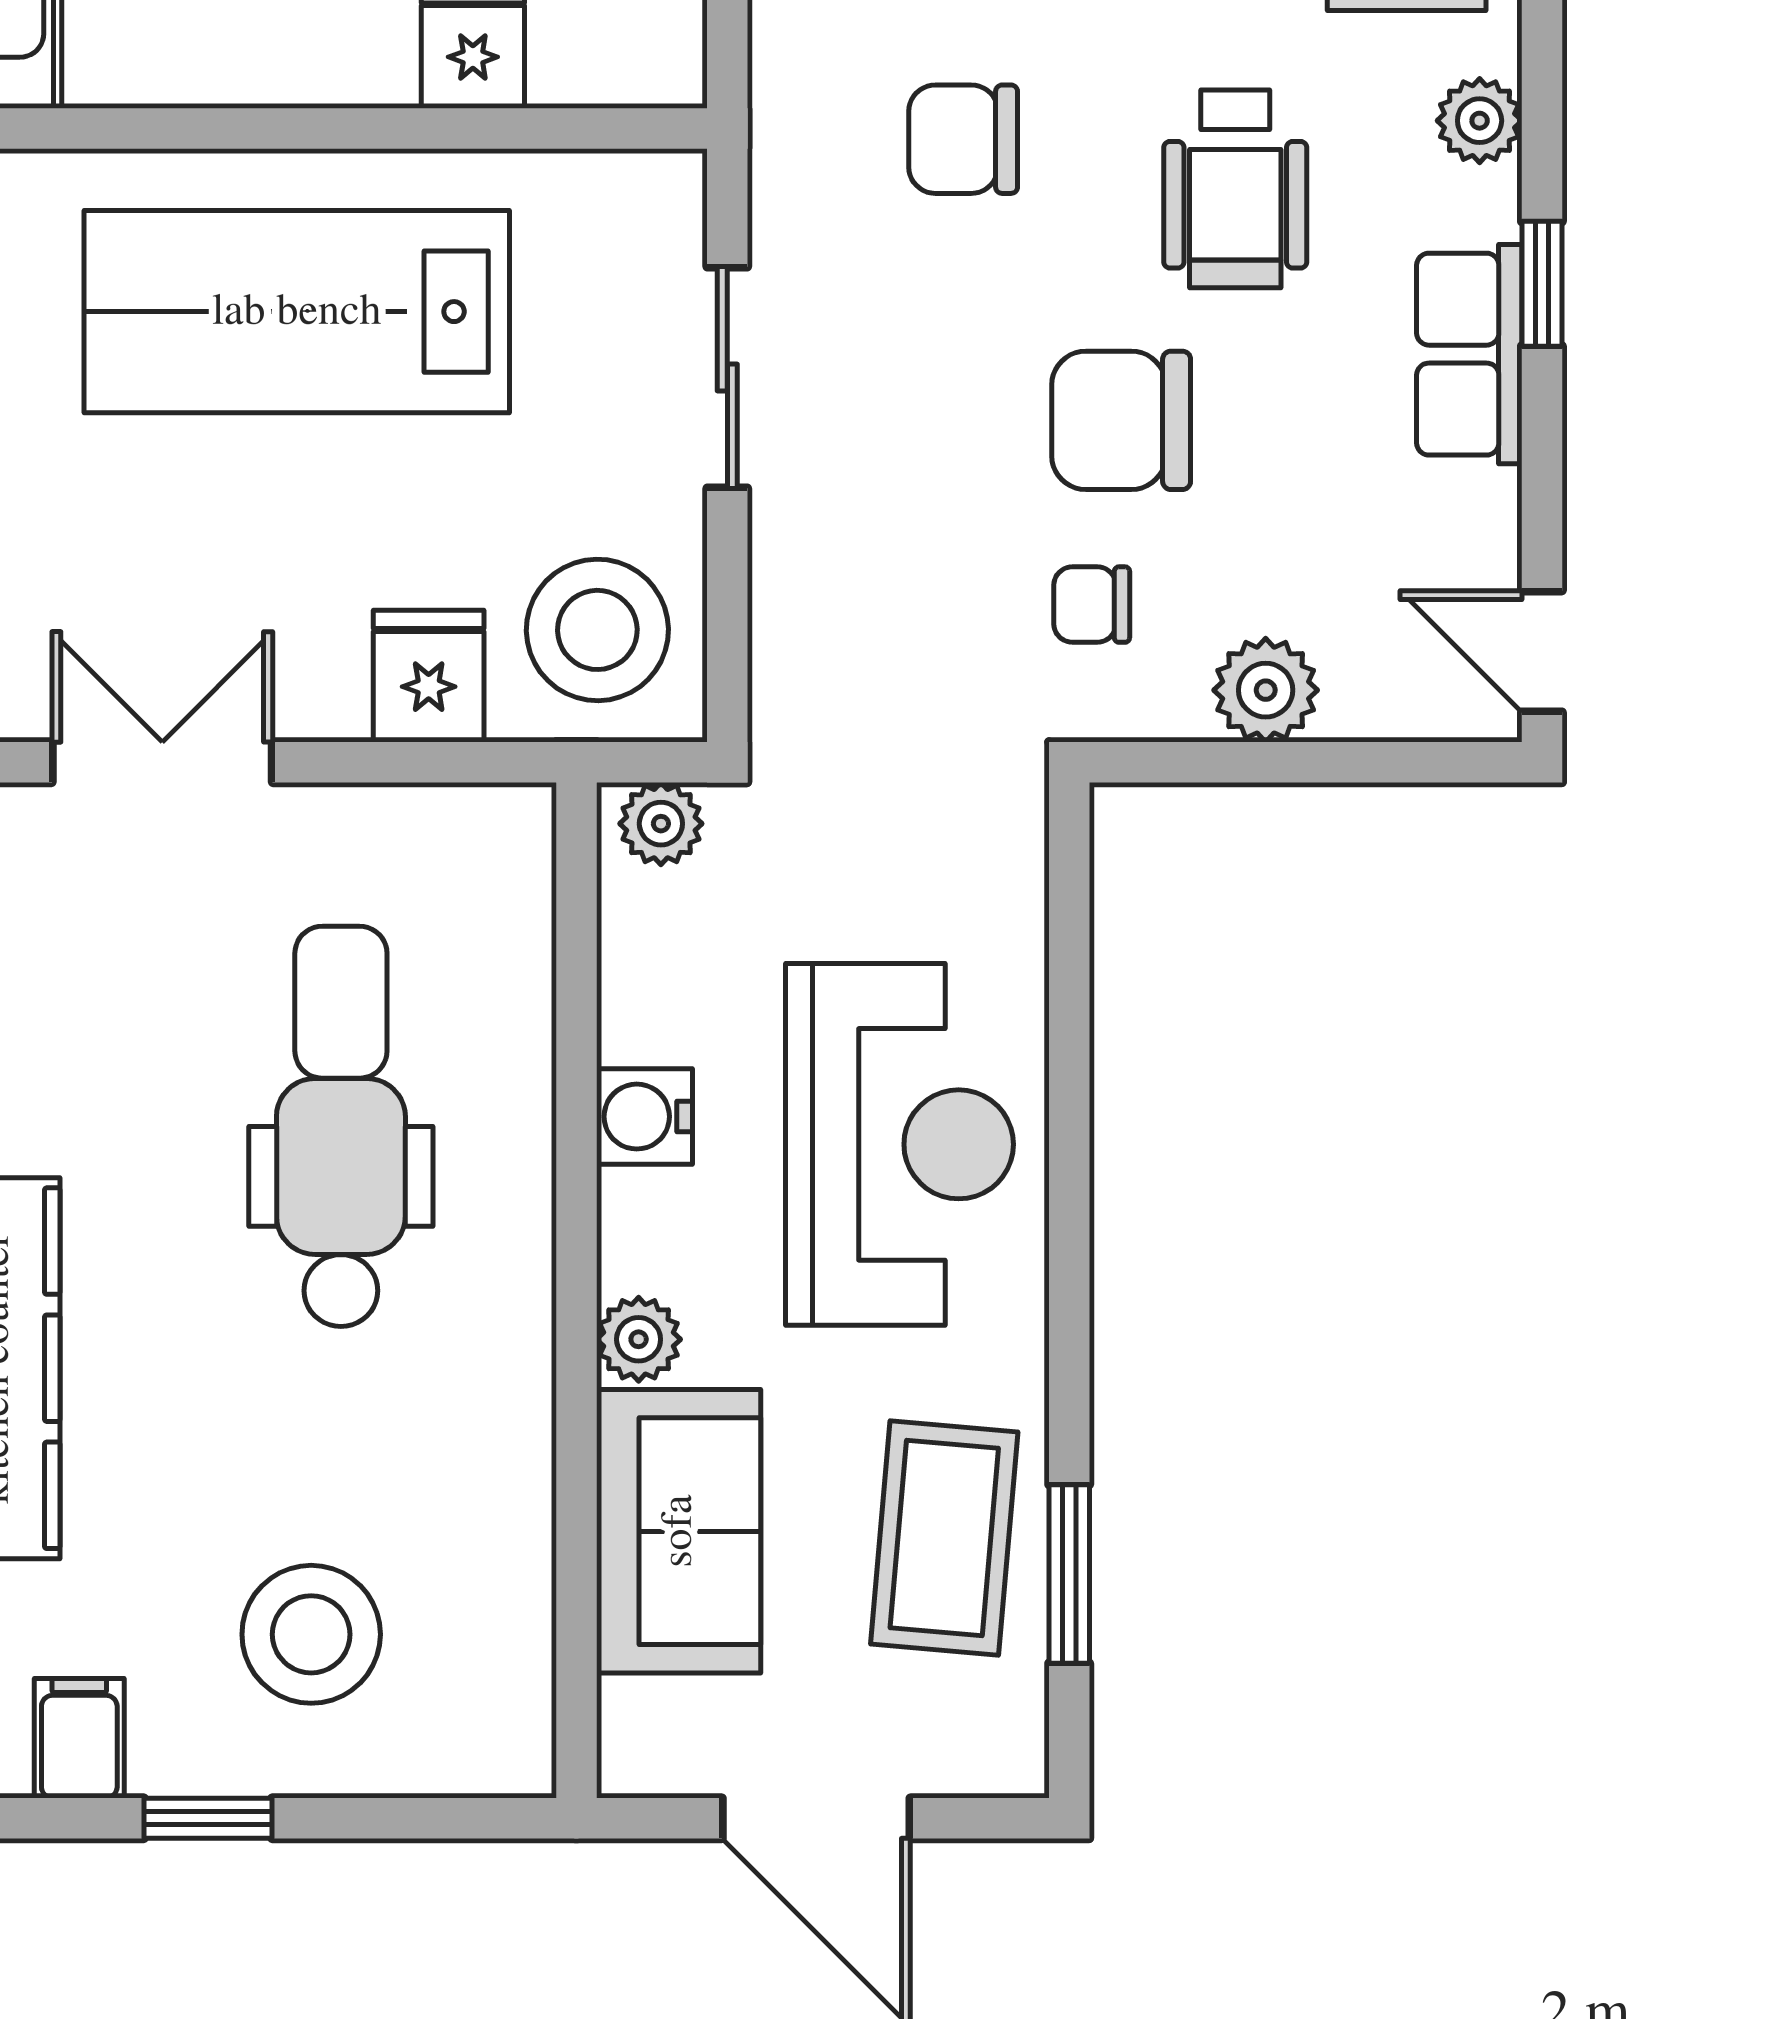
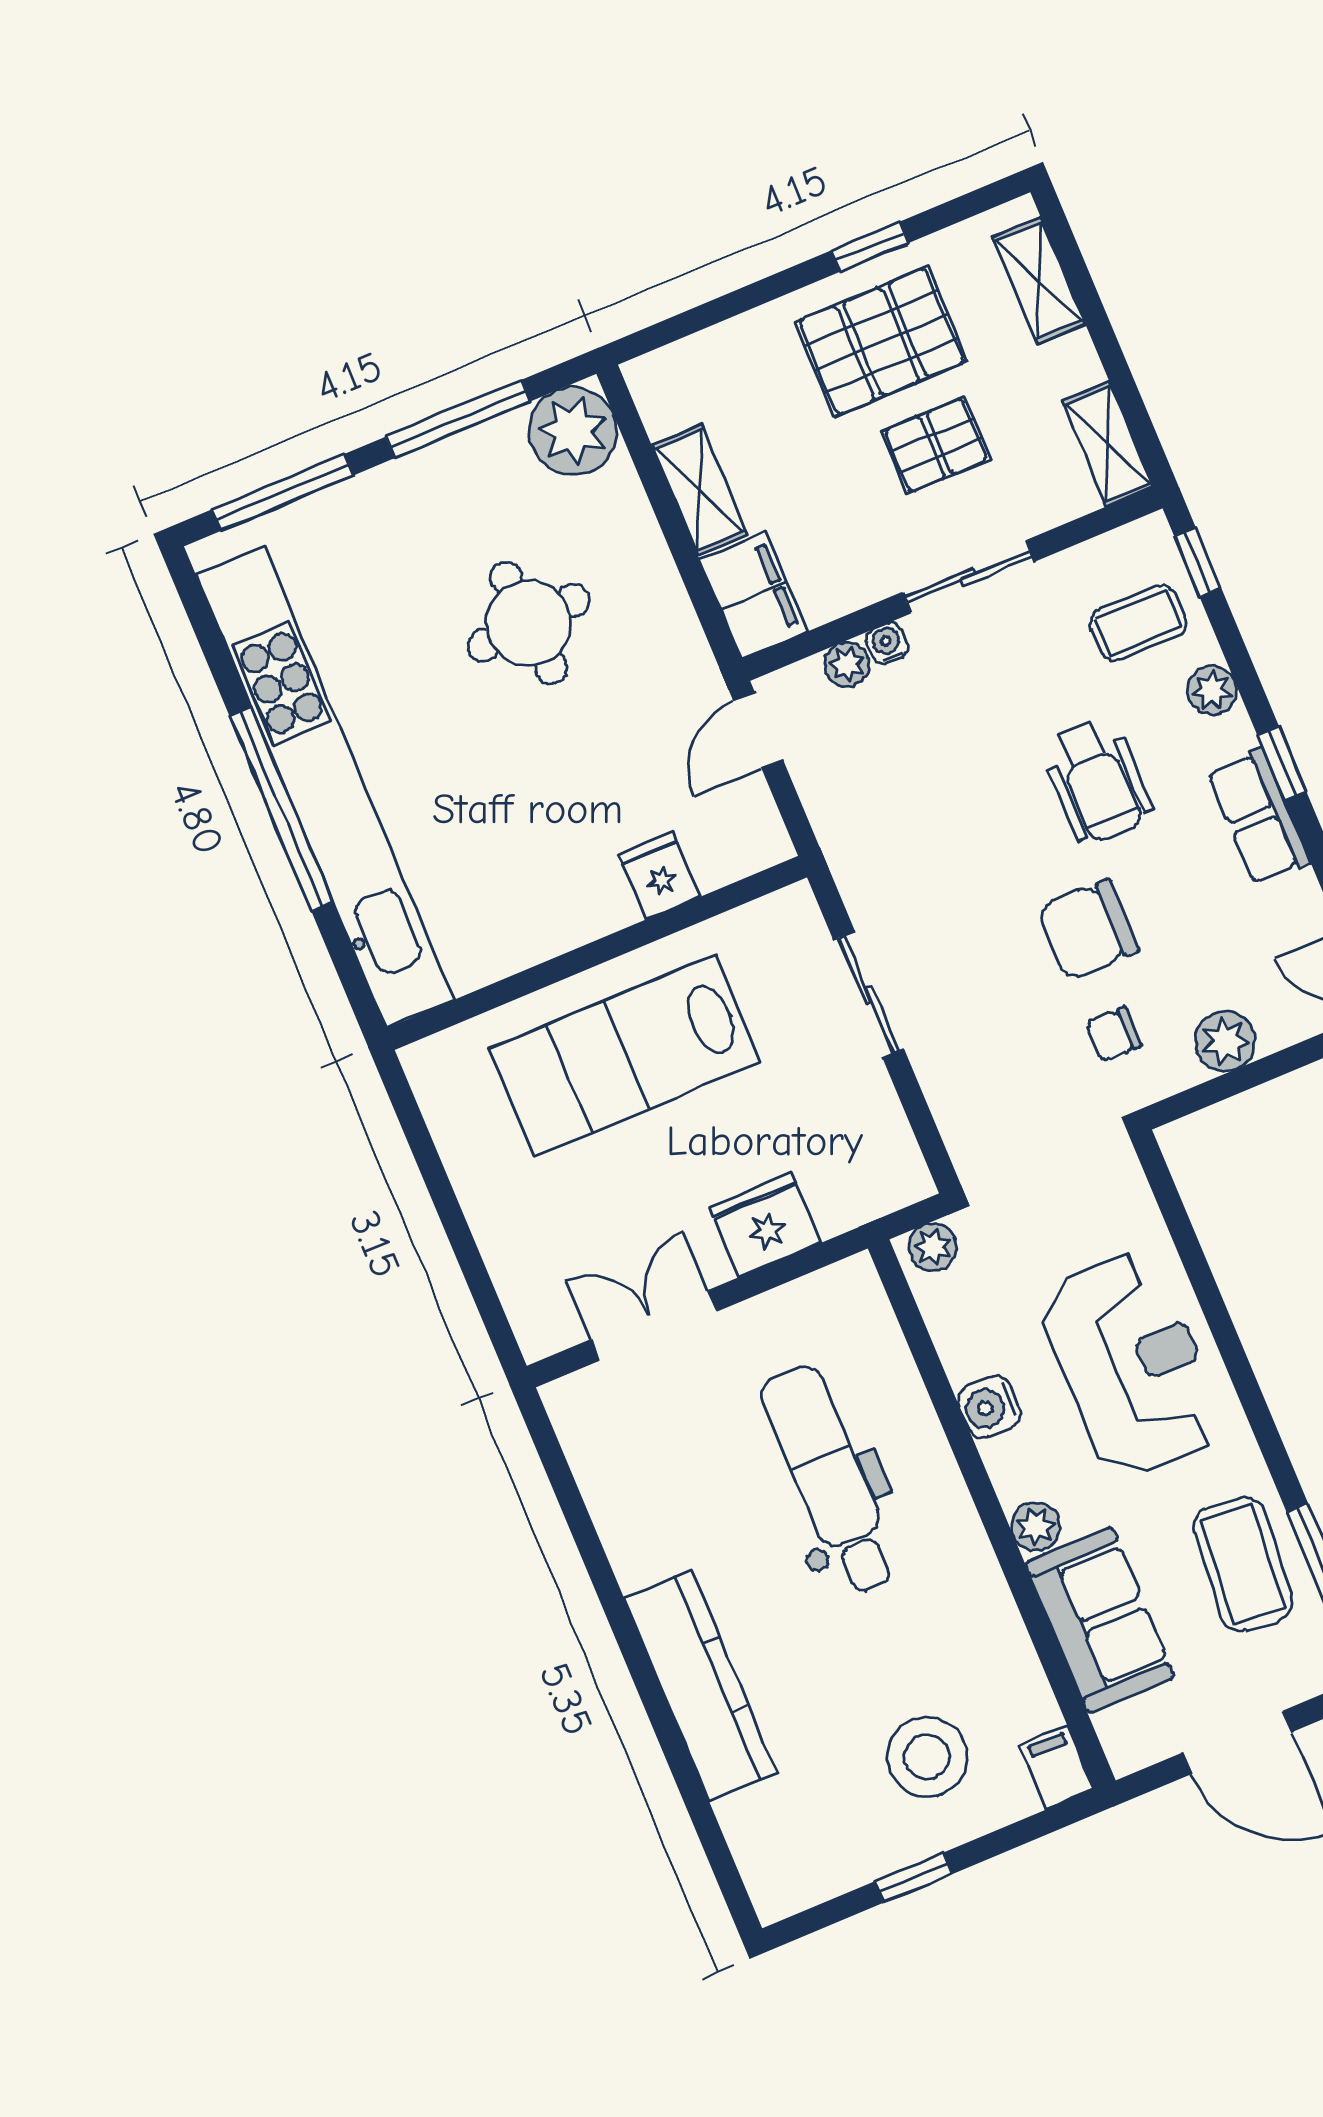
chair: (963, 139) -> (941, 815), removed
stool: (597, 630) -> (856, 1158), removed
fridge: (429, 676) -> (765, 1225), width x1.38
filing cabinet: (79, 1738) -> (1057, 1768), moved

